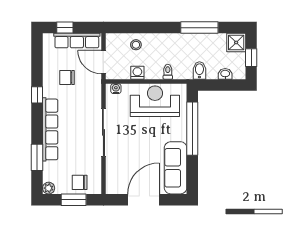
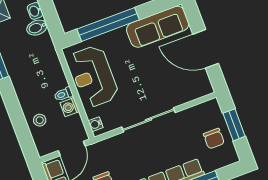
bidet: (199, 70) -> (37, 28), moved
toilet: (168, 72) -> (63, 94), moved
chair: (80, 182) -> (214, 139), moved
plant: (49, 188) -> (232, 157), removed

